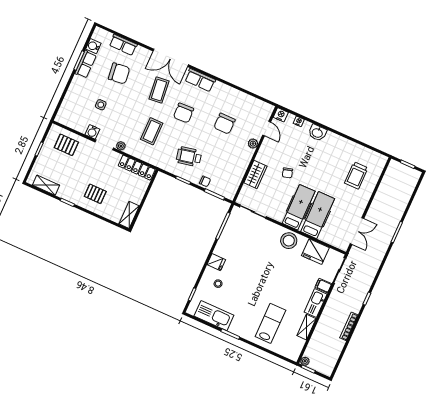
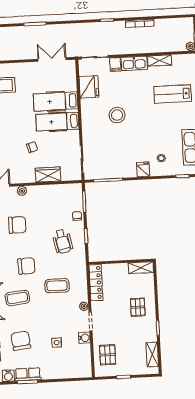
stool: (289, 241) -> (117, 115), moved

